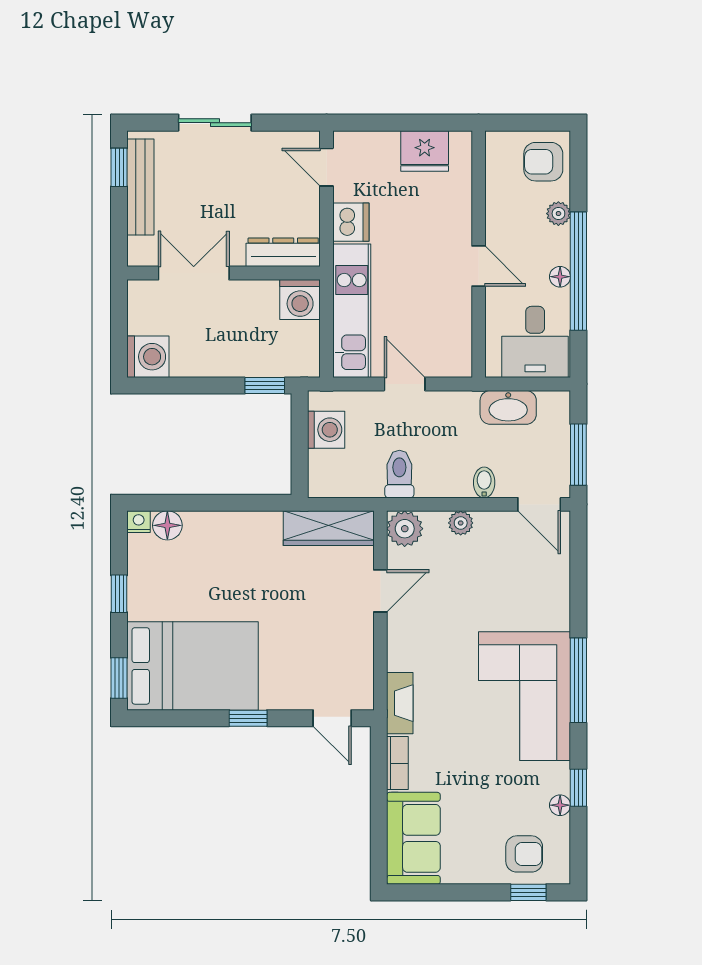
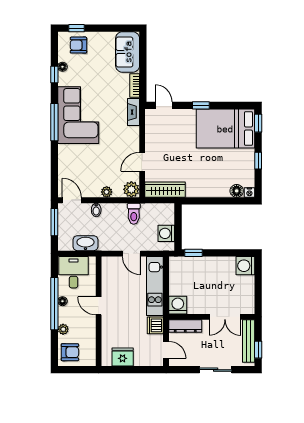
dresser: (283, 252) -> (185, 326), moved
double door: (194, 273) -> (225, 317), moved
wall: (224, 273) -> (212, 317), moved
washing machine: (300, 300) -> (178, 305), moved

